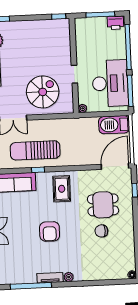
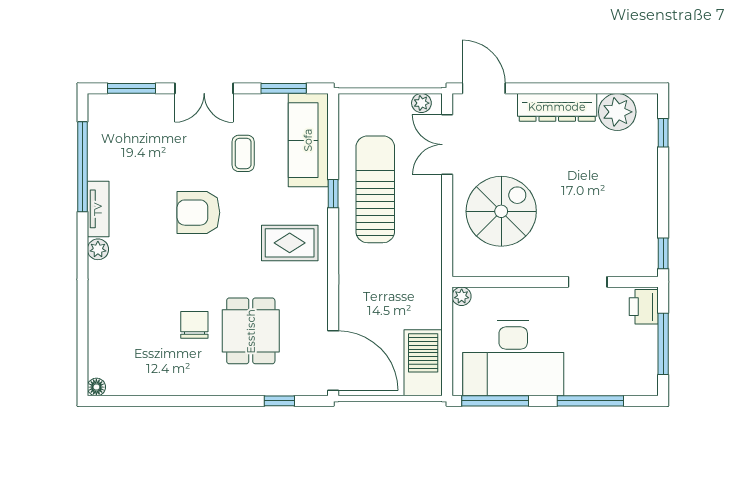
printer: (115, 23) -> (644, 307), moved
window: (128, 47) -> (590, 401), width x0.68
doorway: (74, 74) -> (588, 282), moved
spiral stairs: (43, 92) -> (501, 211), turned -90
coffee table: (21, 212) -> (243, 153), added

